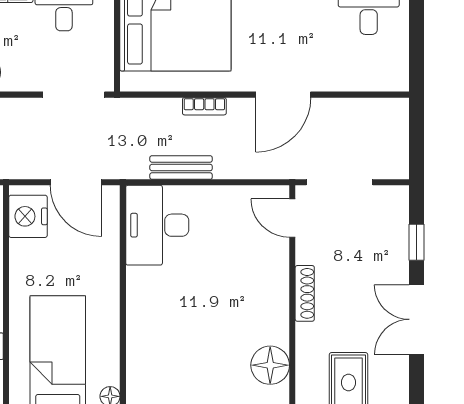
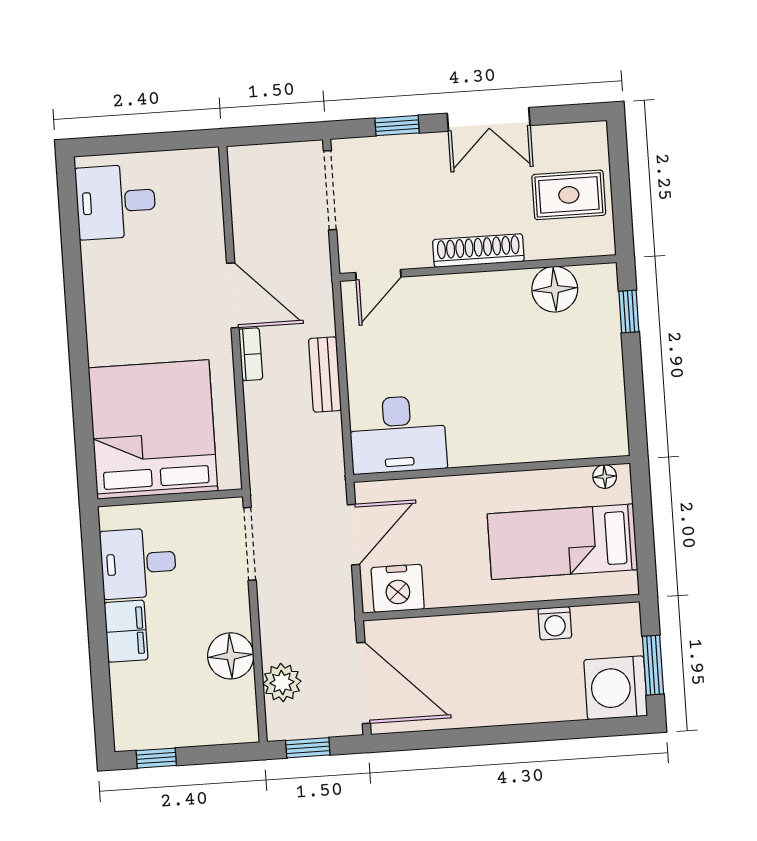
bookcase: (204, 106) -> (251, 354), moved
bench: (181, 167) -> (325, 374), moved
doorway: (339, 182) -> (330, 190), moved
shoe rack: (305, 293) -> (478, 251), width x1.36, depth x1.24

